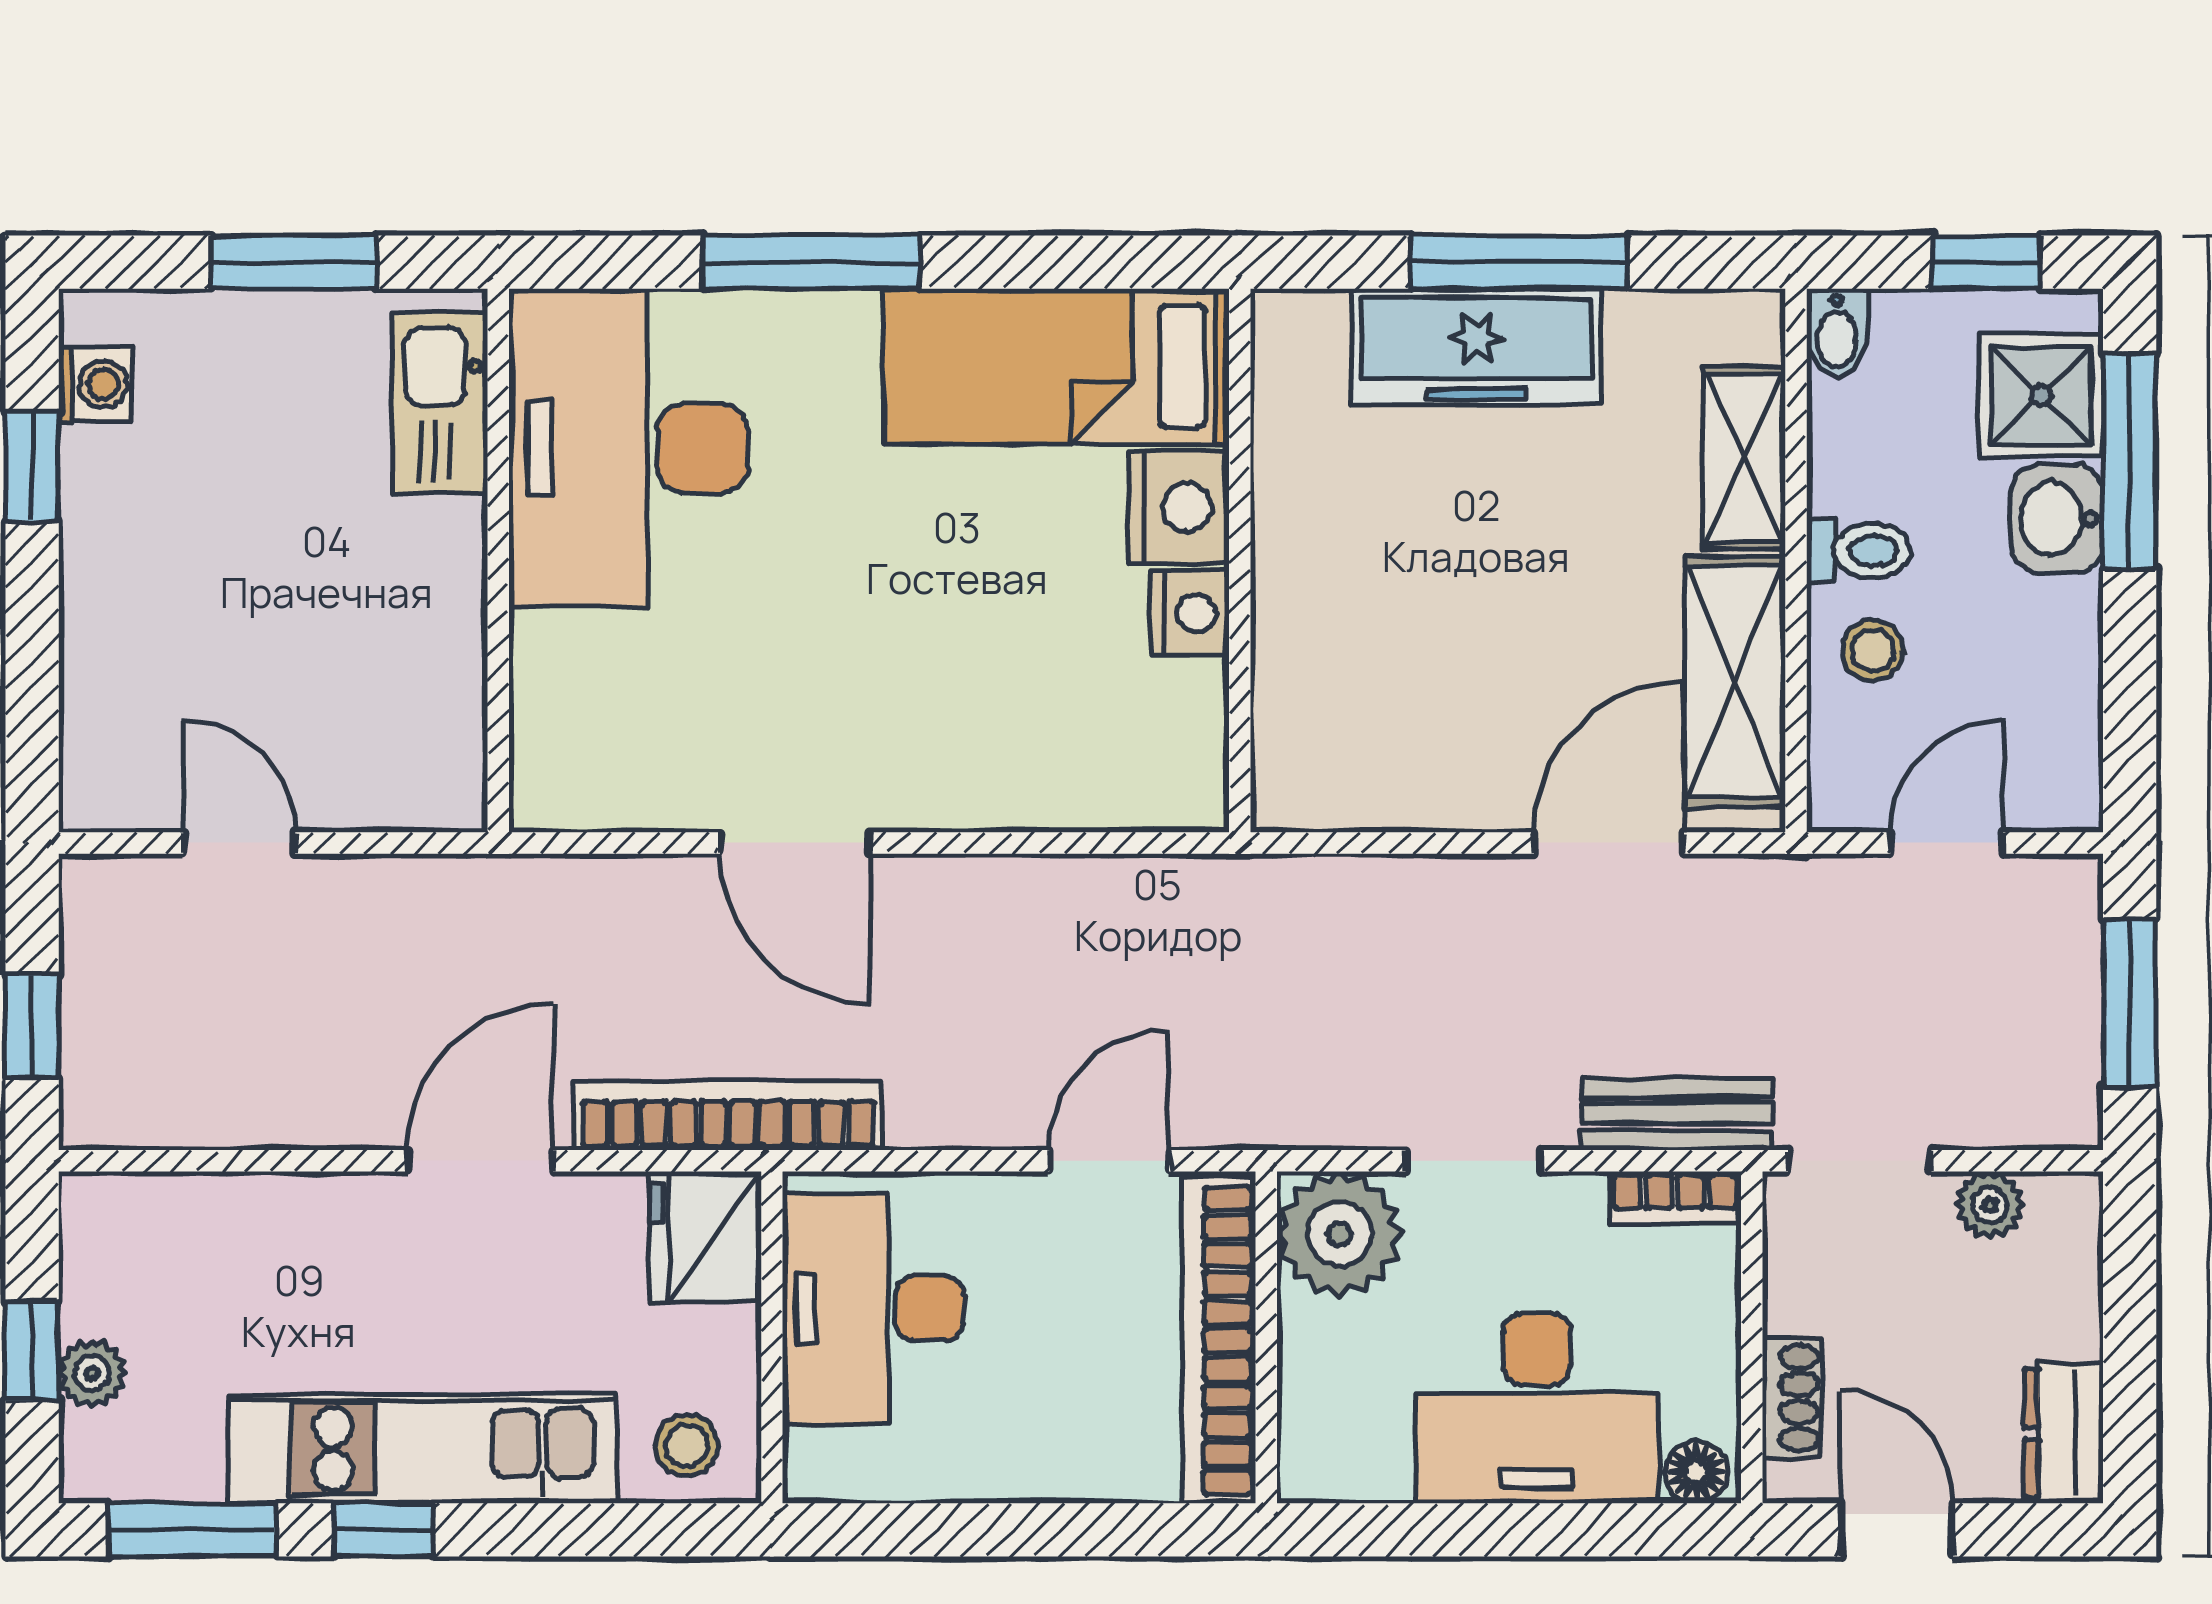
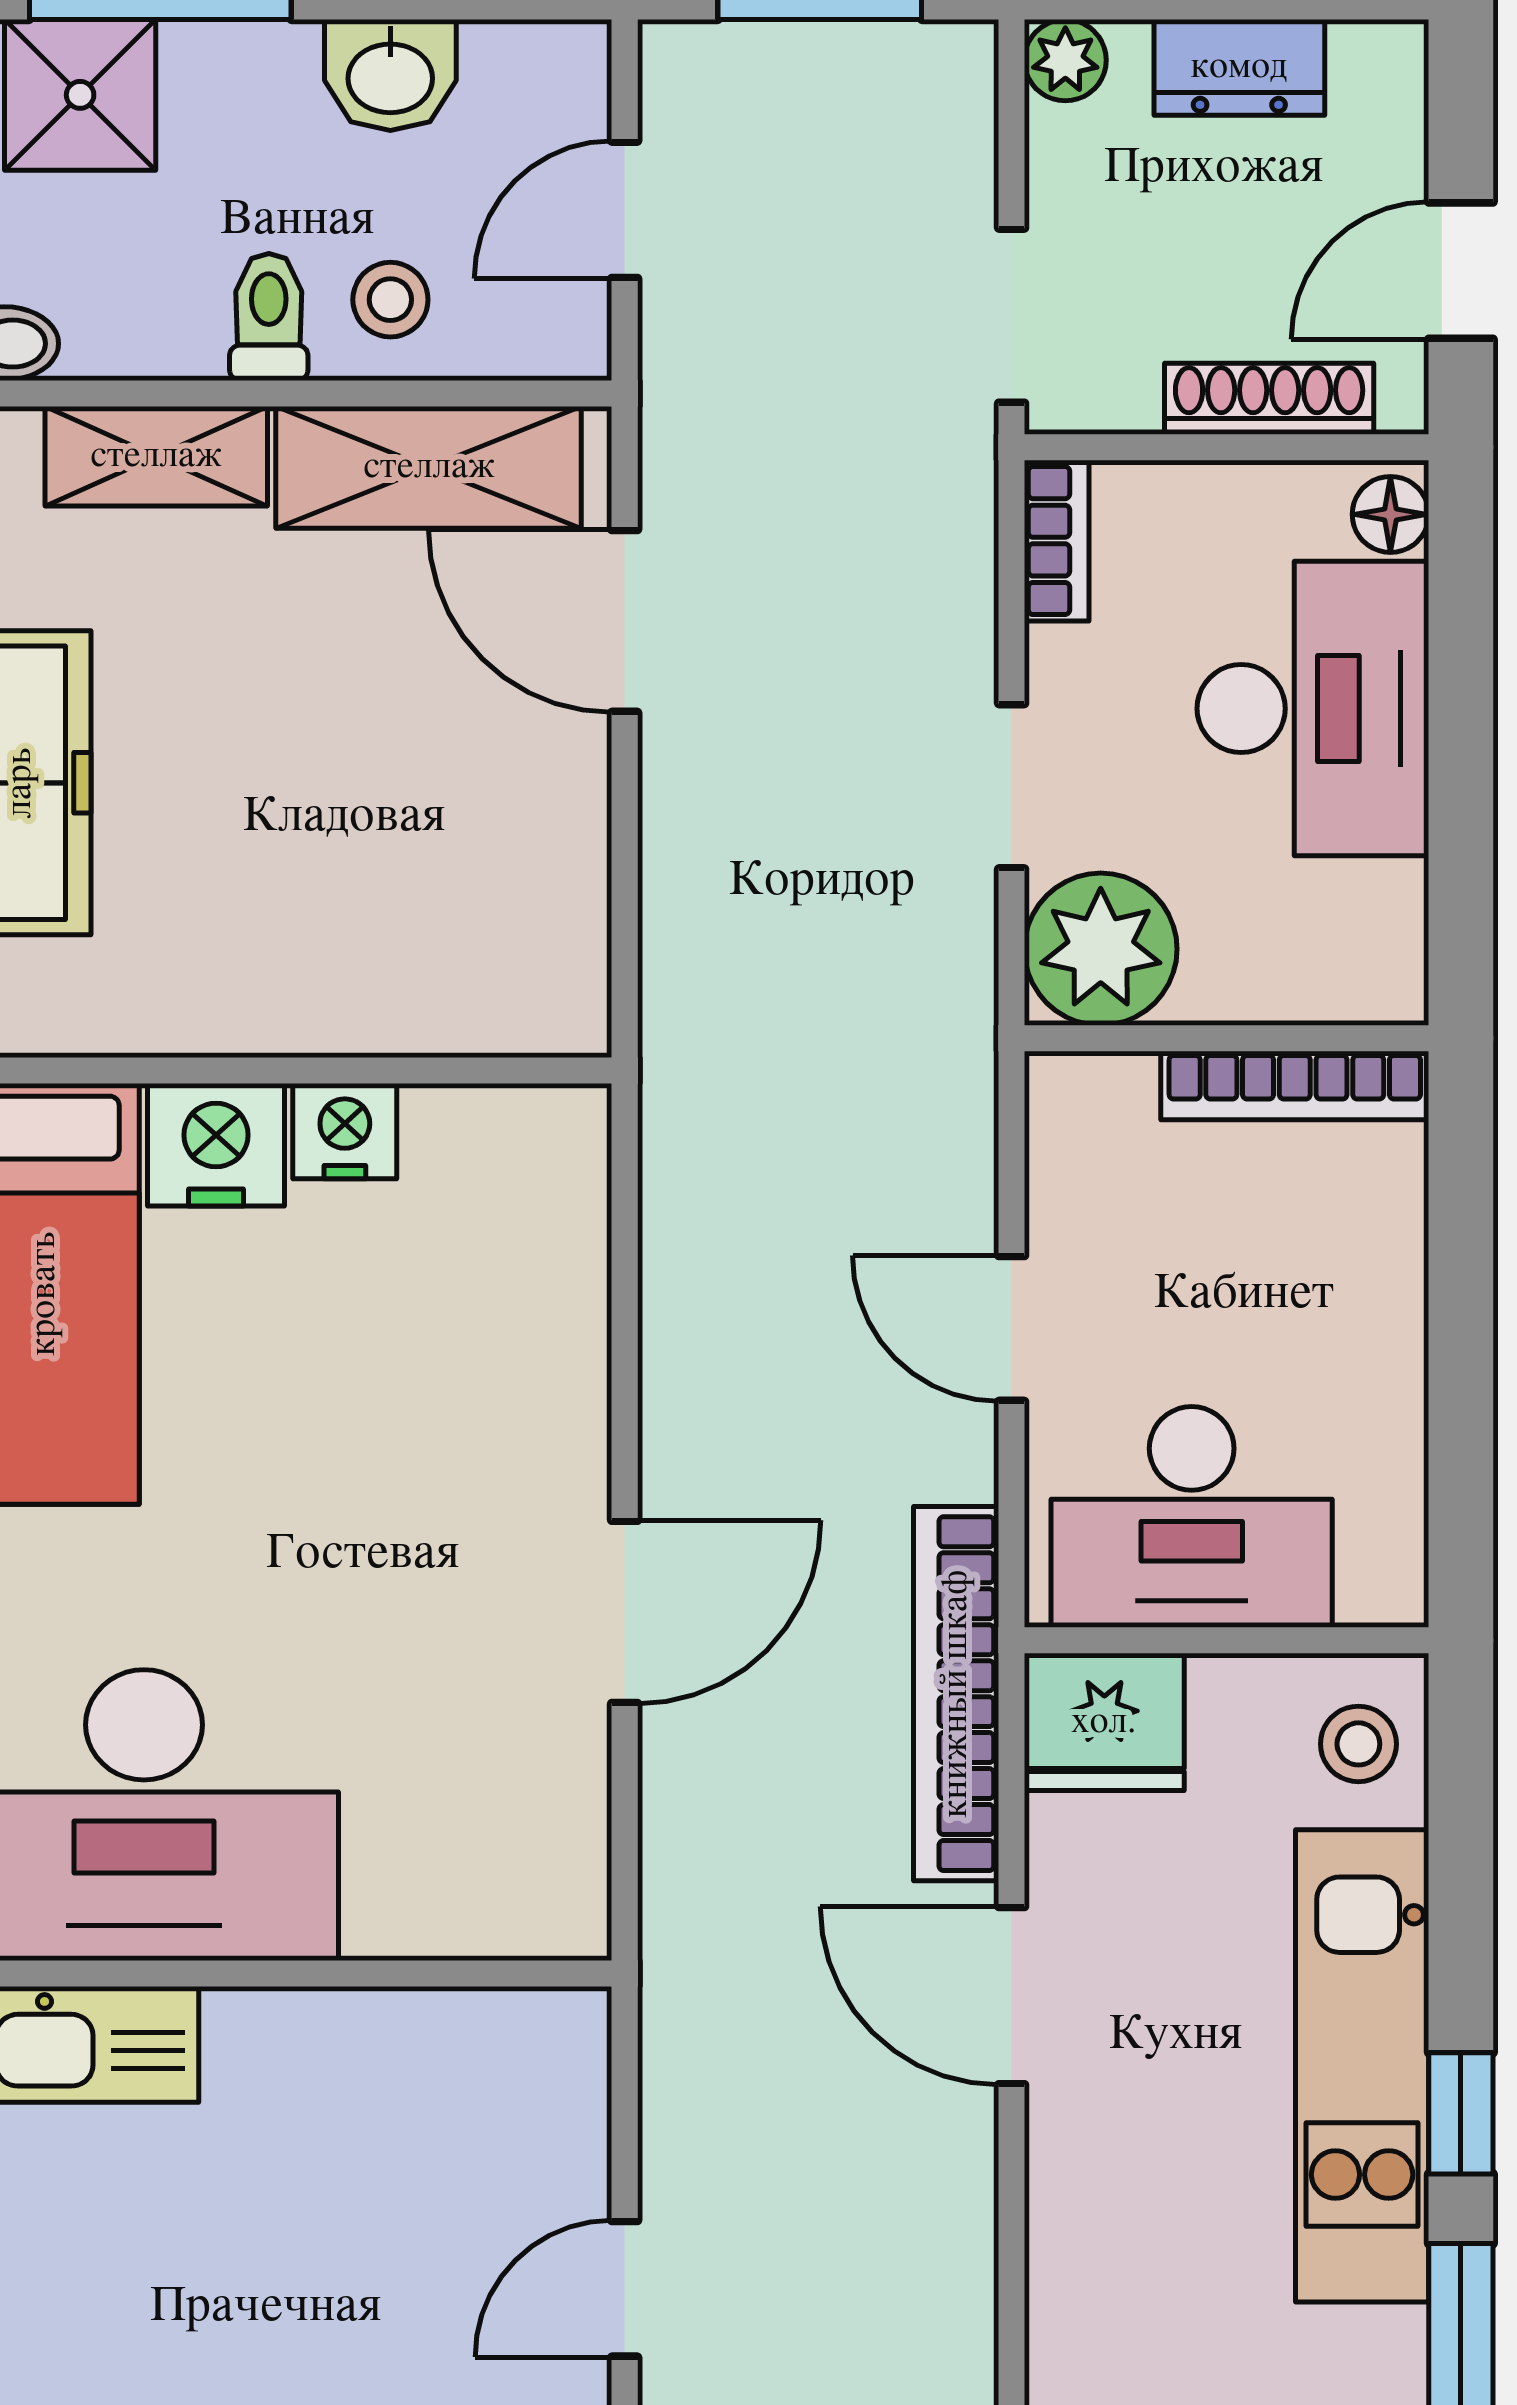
washbasin: (2057, 519) -> (390, 75), moved
door: (1947, 843) -> (625, 210), hinge flipped
bench: (1677, 1114) -> (954, 538), removed
door: (1109, 1161) -> (1012, 1328), moved
plant: (1990, 1205) -> (1065, 60), moved
bookcase: (1219, 1341) -> (1295, 1085), width x0.68, depth x0.76
shoe rack: (1792, 1398) -> (1269, 399), width x1.43
dresser: (2064, 1433) -> (1239, 67), moved

